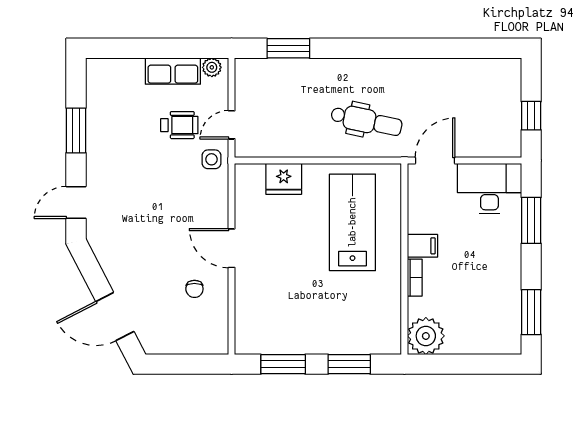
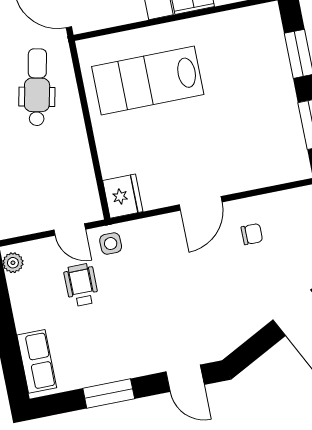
row of seats: (173, 71) -> (37, 361), moved
fridge: (284, 179) -> (123, 196), moved

